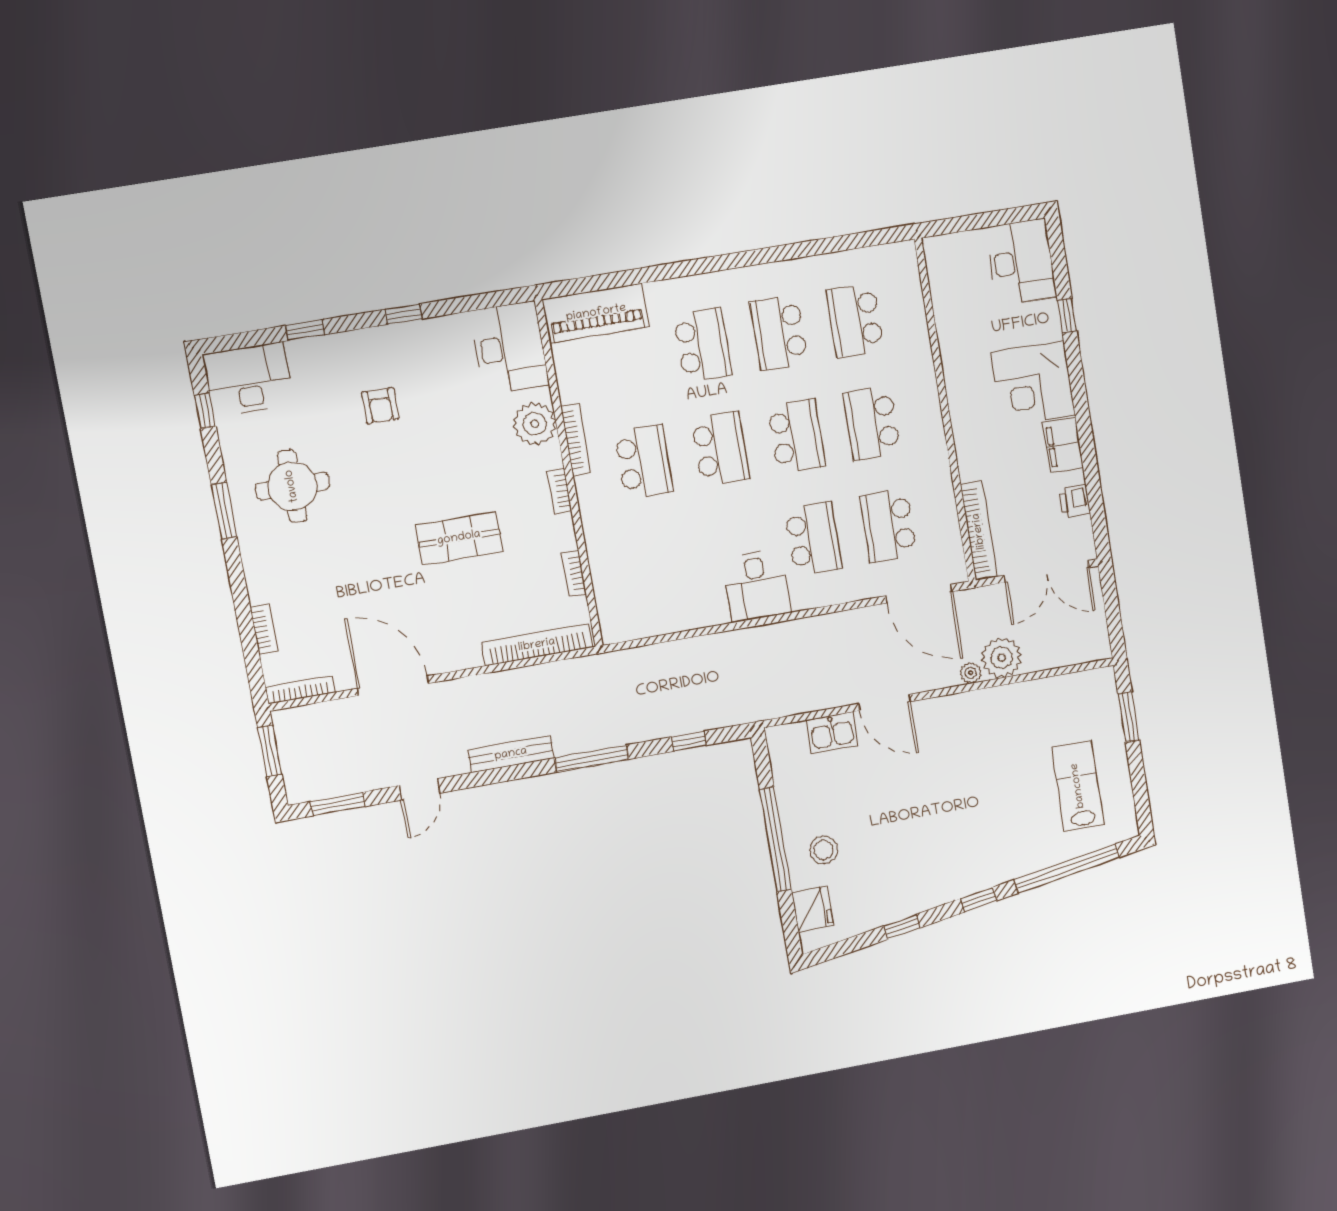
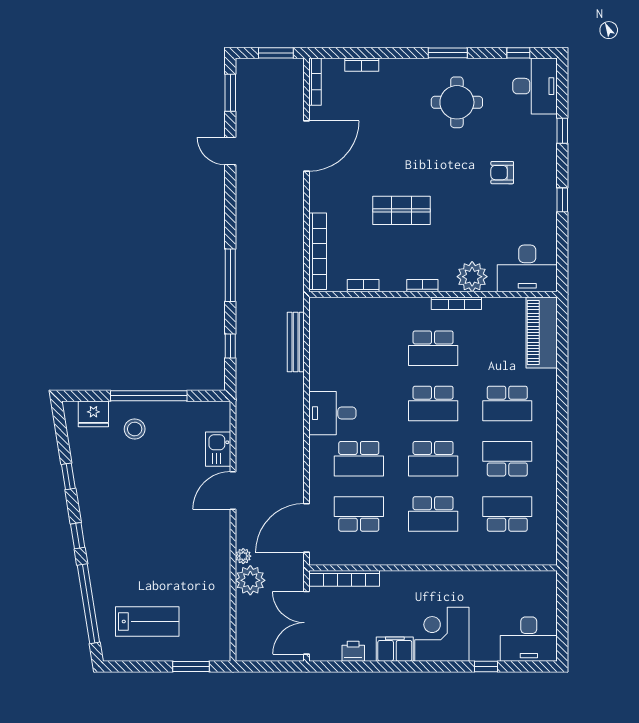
school desk: (872, 423) -> (433, 514), turned 180
shop shelf: (459, 538) -> (401, 210), turned 90
bench: (511, 754) -> (296, 342), moved

